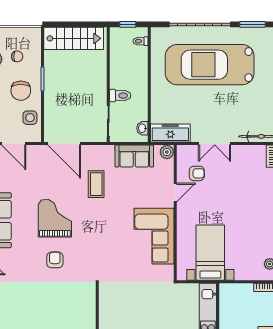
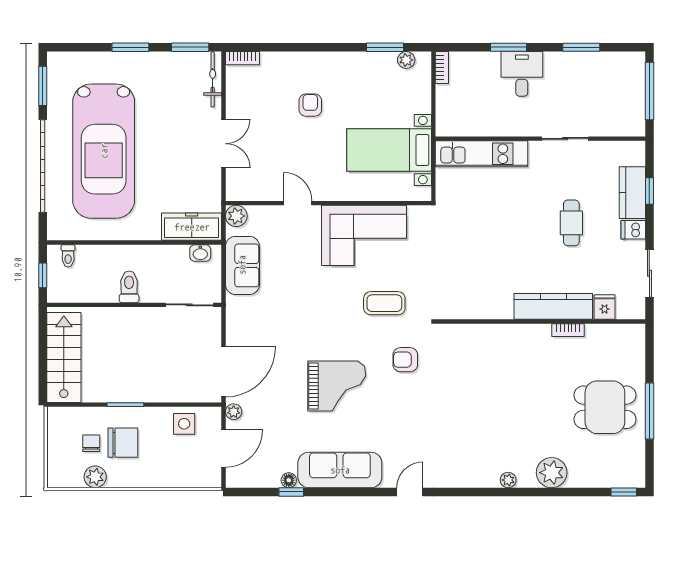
chair: (21, 91) -> (123, 443), moved
toilet: (120, 96) -> (129, 287), moved
freezer: (170, 133) -> (192, 227), moved, turned 90
plant: (38, 150) -> (234, 412), added
armchair: (197, 173) -> (310, 105), moved
coffee table: (96, 184) -> (384, 303), moved
grand piano: (55, 218) -> (337, 386), turned 180
armchair: (55, 260) -> (405, 360), moved

